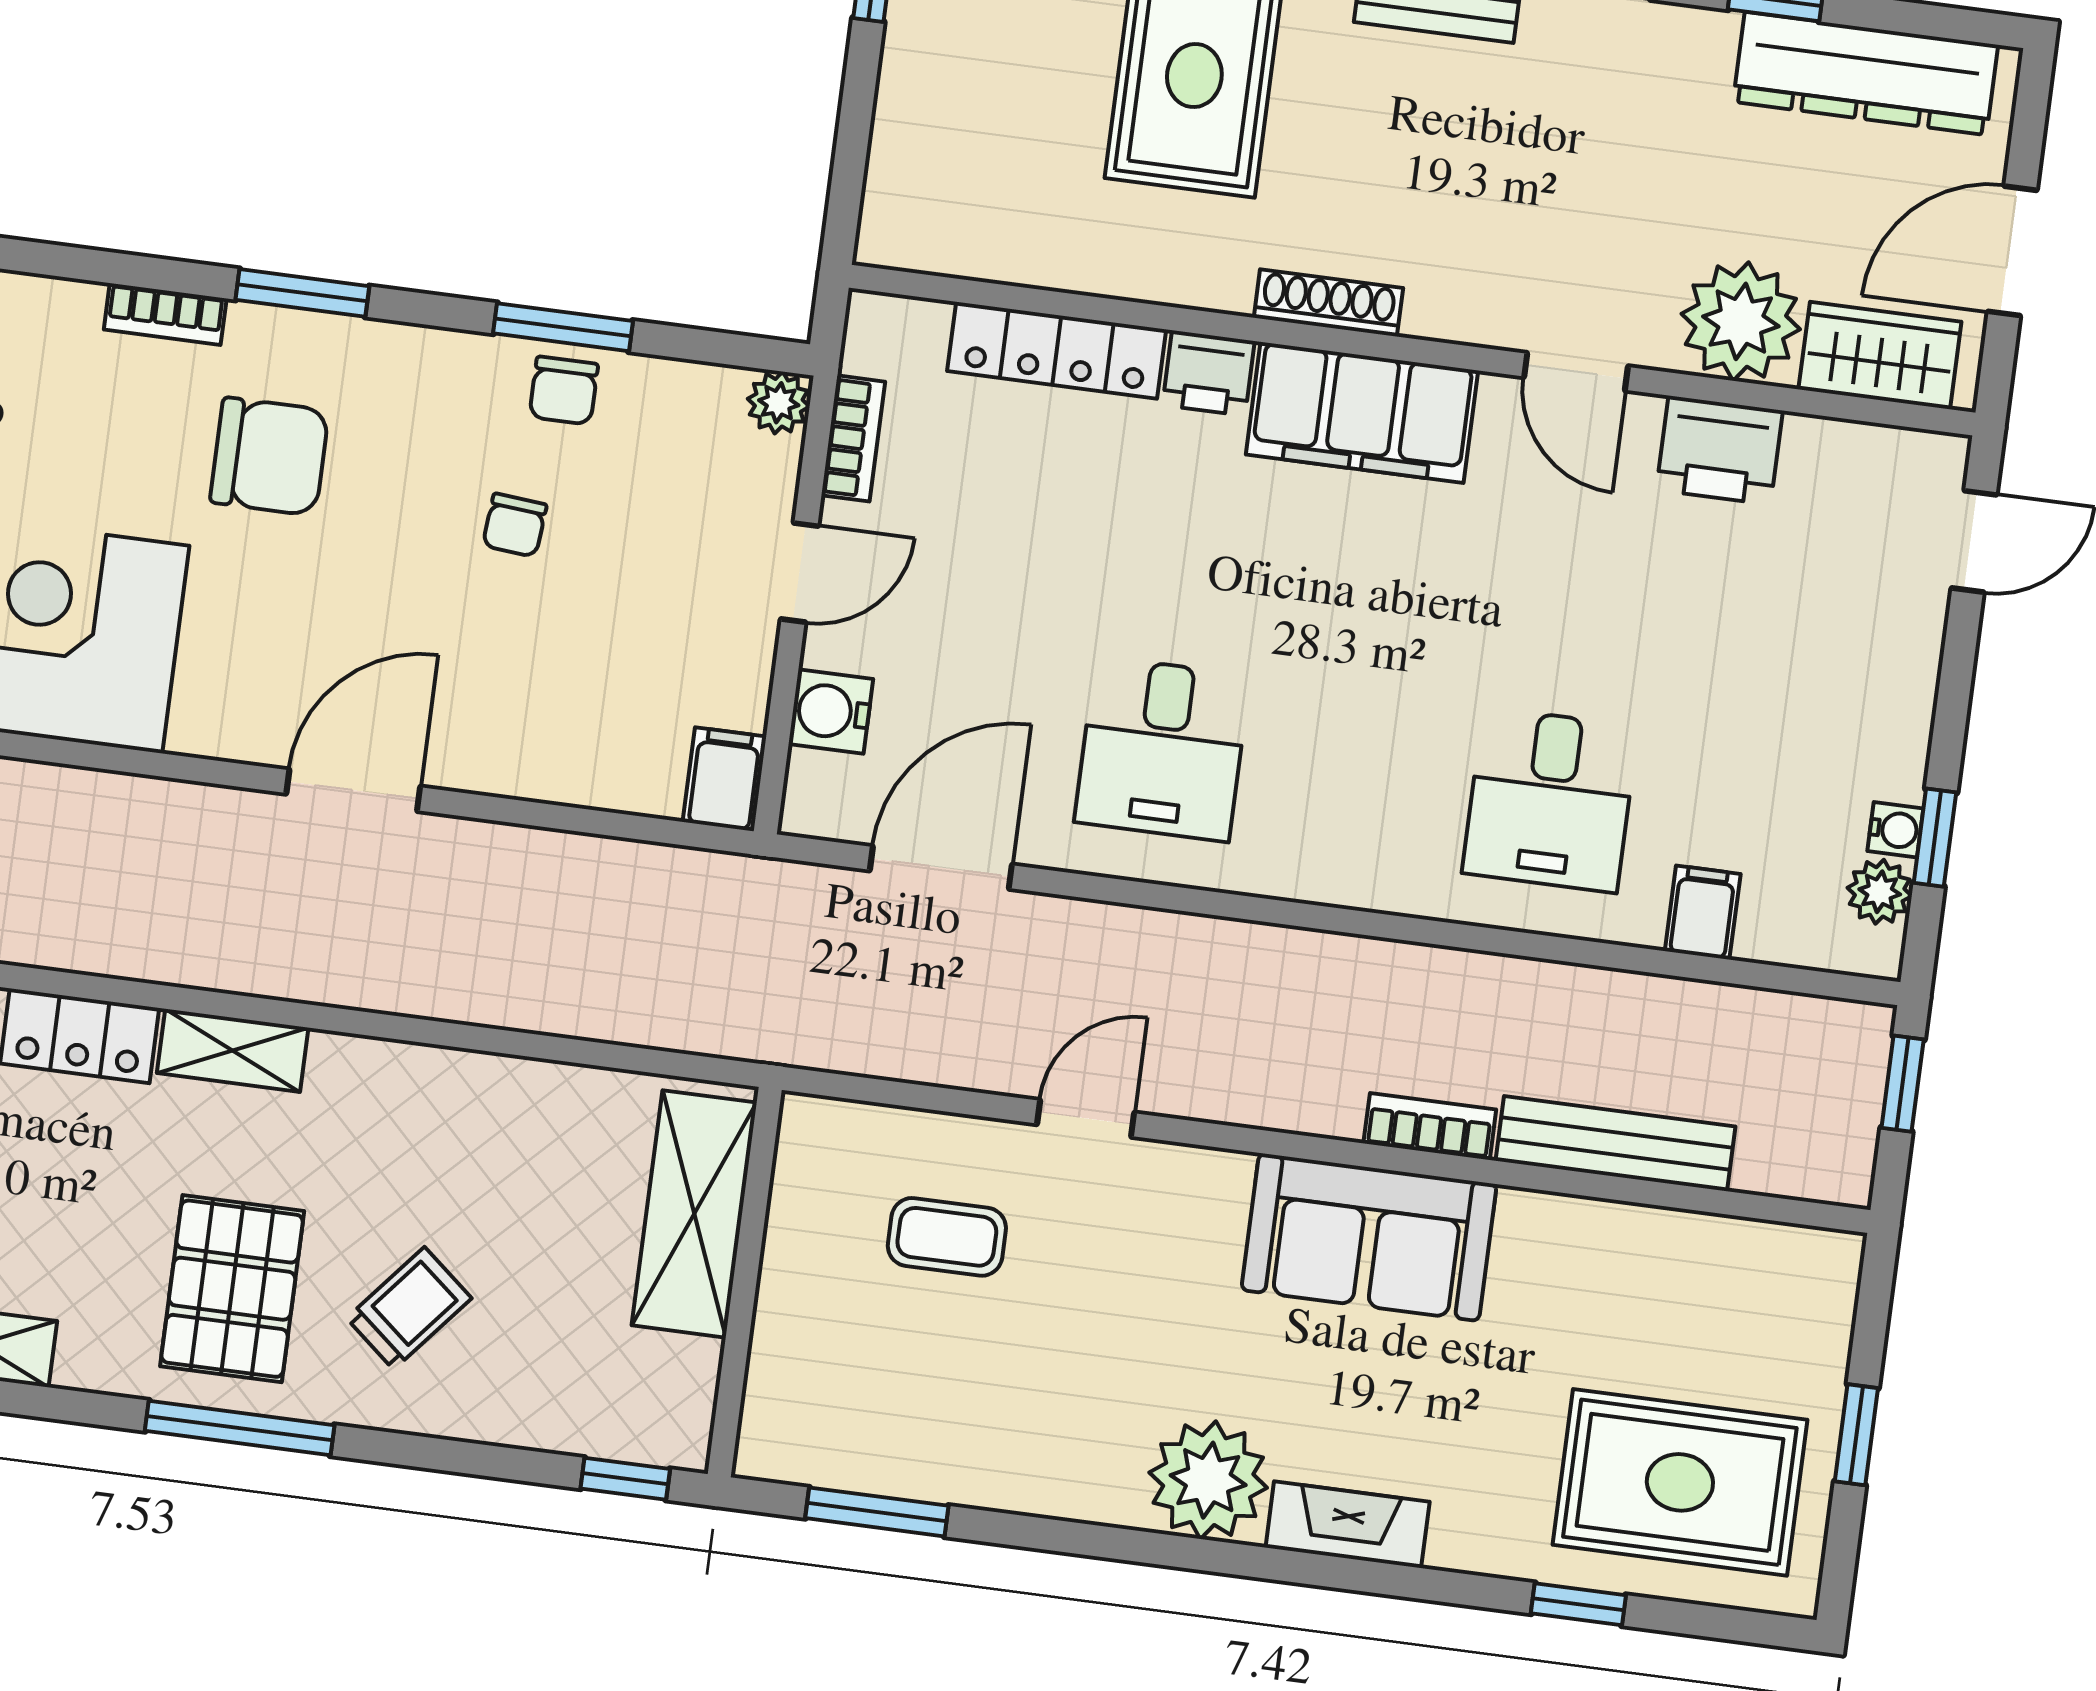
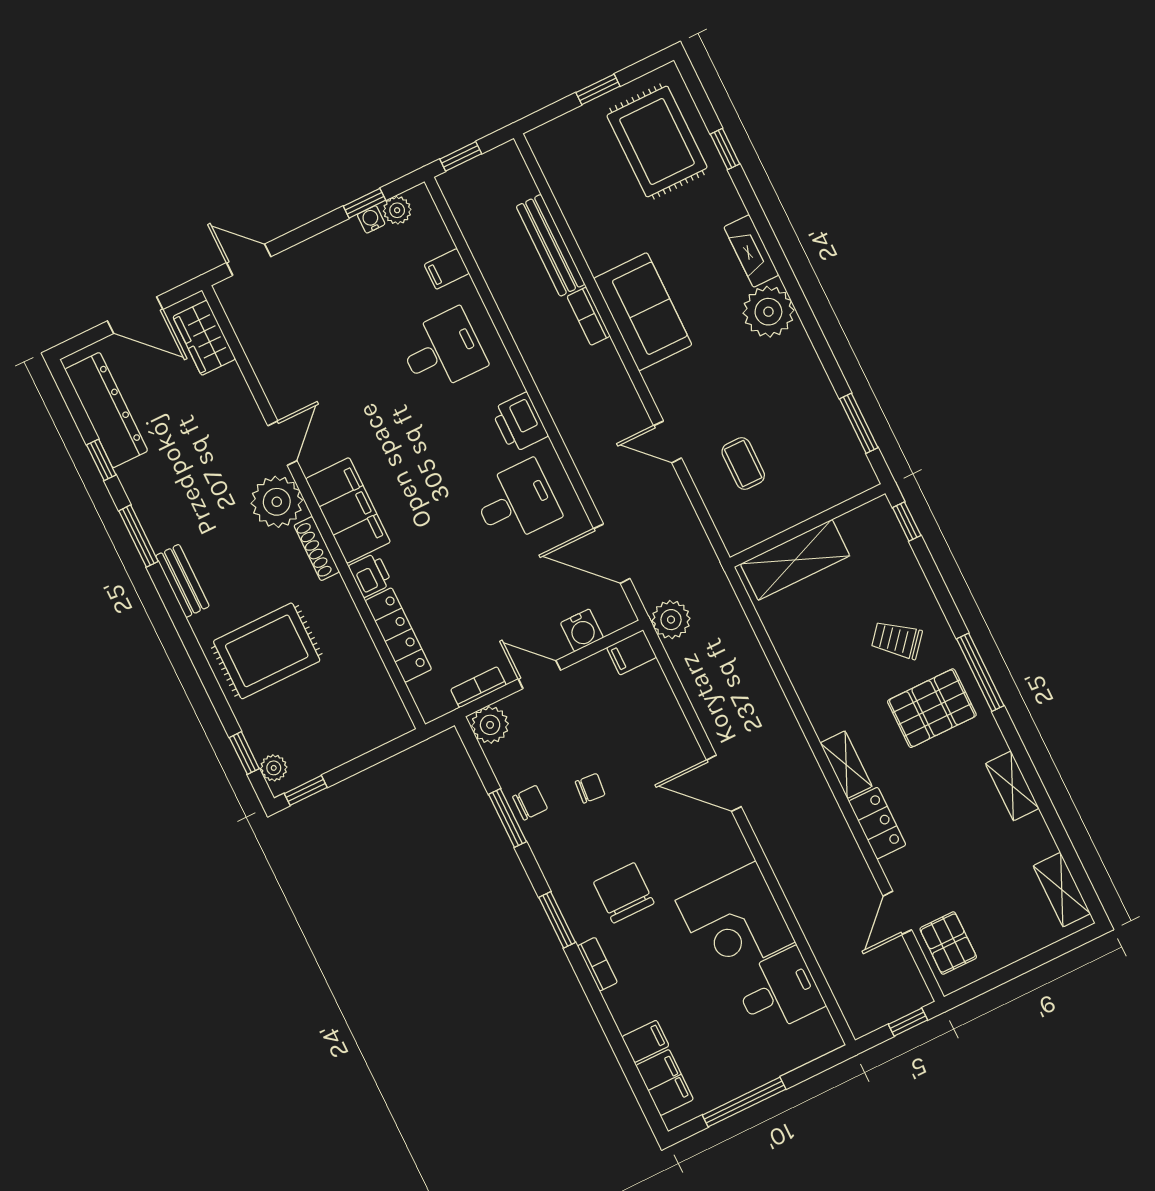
plant: (1741, 321) -> (277, 502), moved
plant: (779, 403) -> (490, 725), width x1.38, depth x1.38
printer: (1720, 450) -> (520, 423), moved, turned 180
plant: (737, 897) -> (671, 620), added

